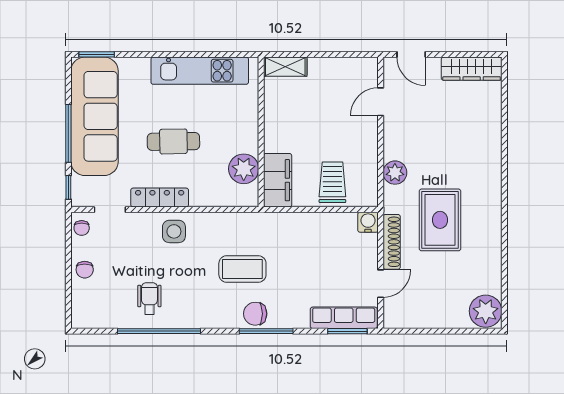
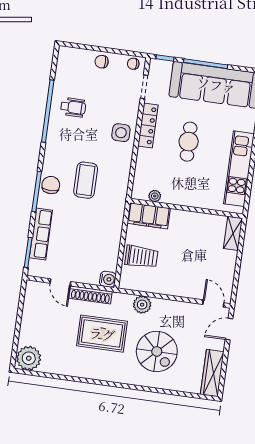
door: (381, 102) -> (213, 304), moved
spiral stairs: (454, 145) -> (157, 351), added
plant: (244, 169) -> (155, 196), width x0.53, depth x0.53
row of seats: (344, 318) -> (41, 234), moved

